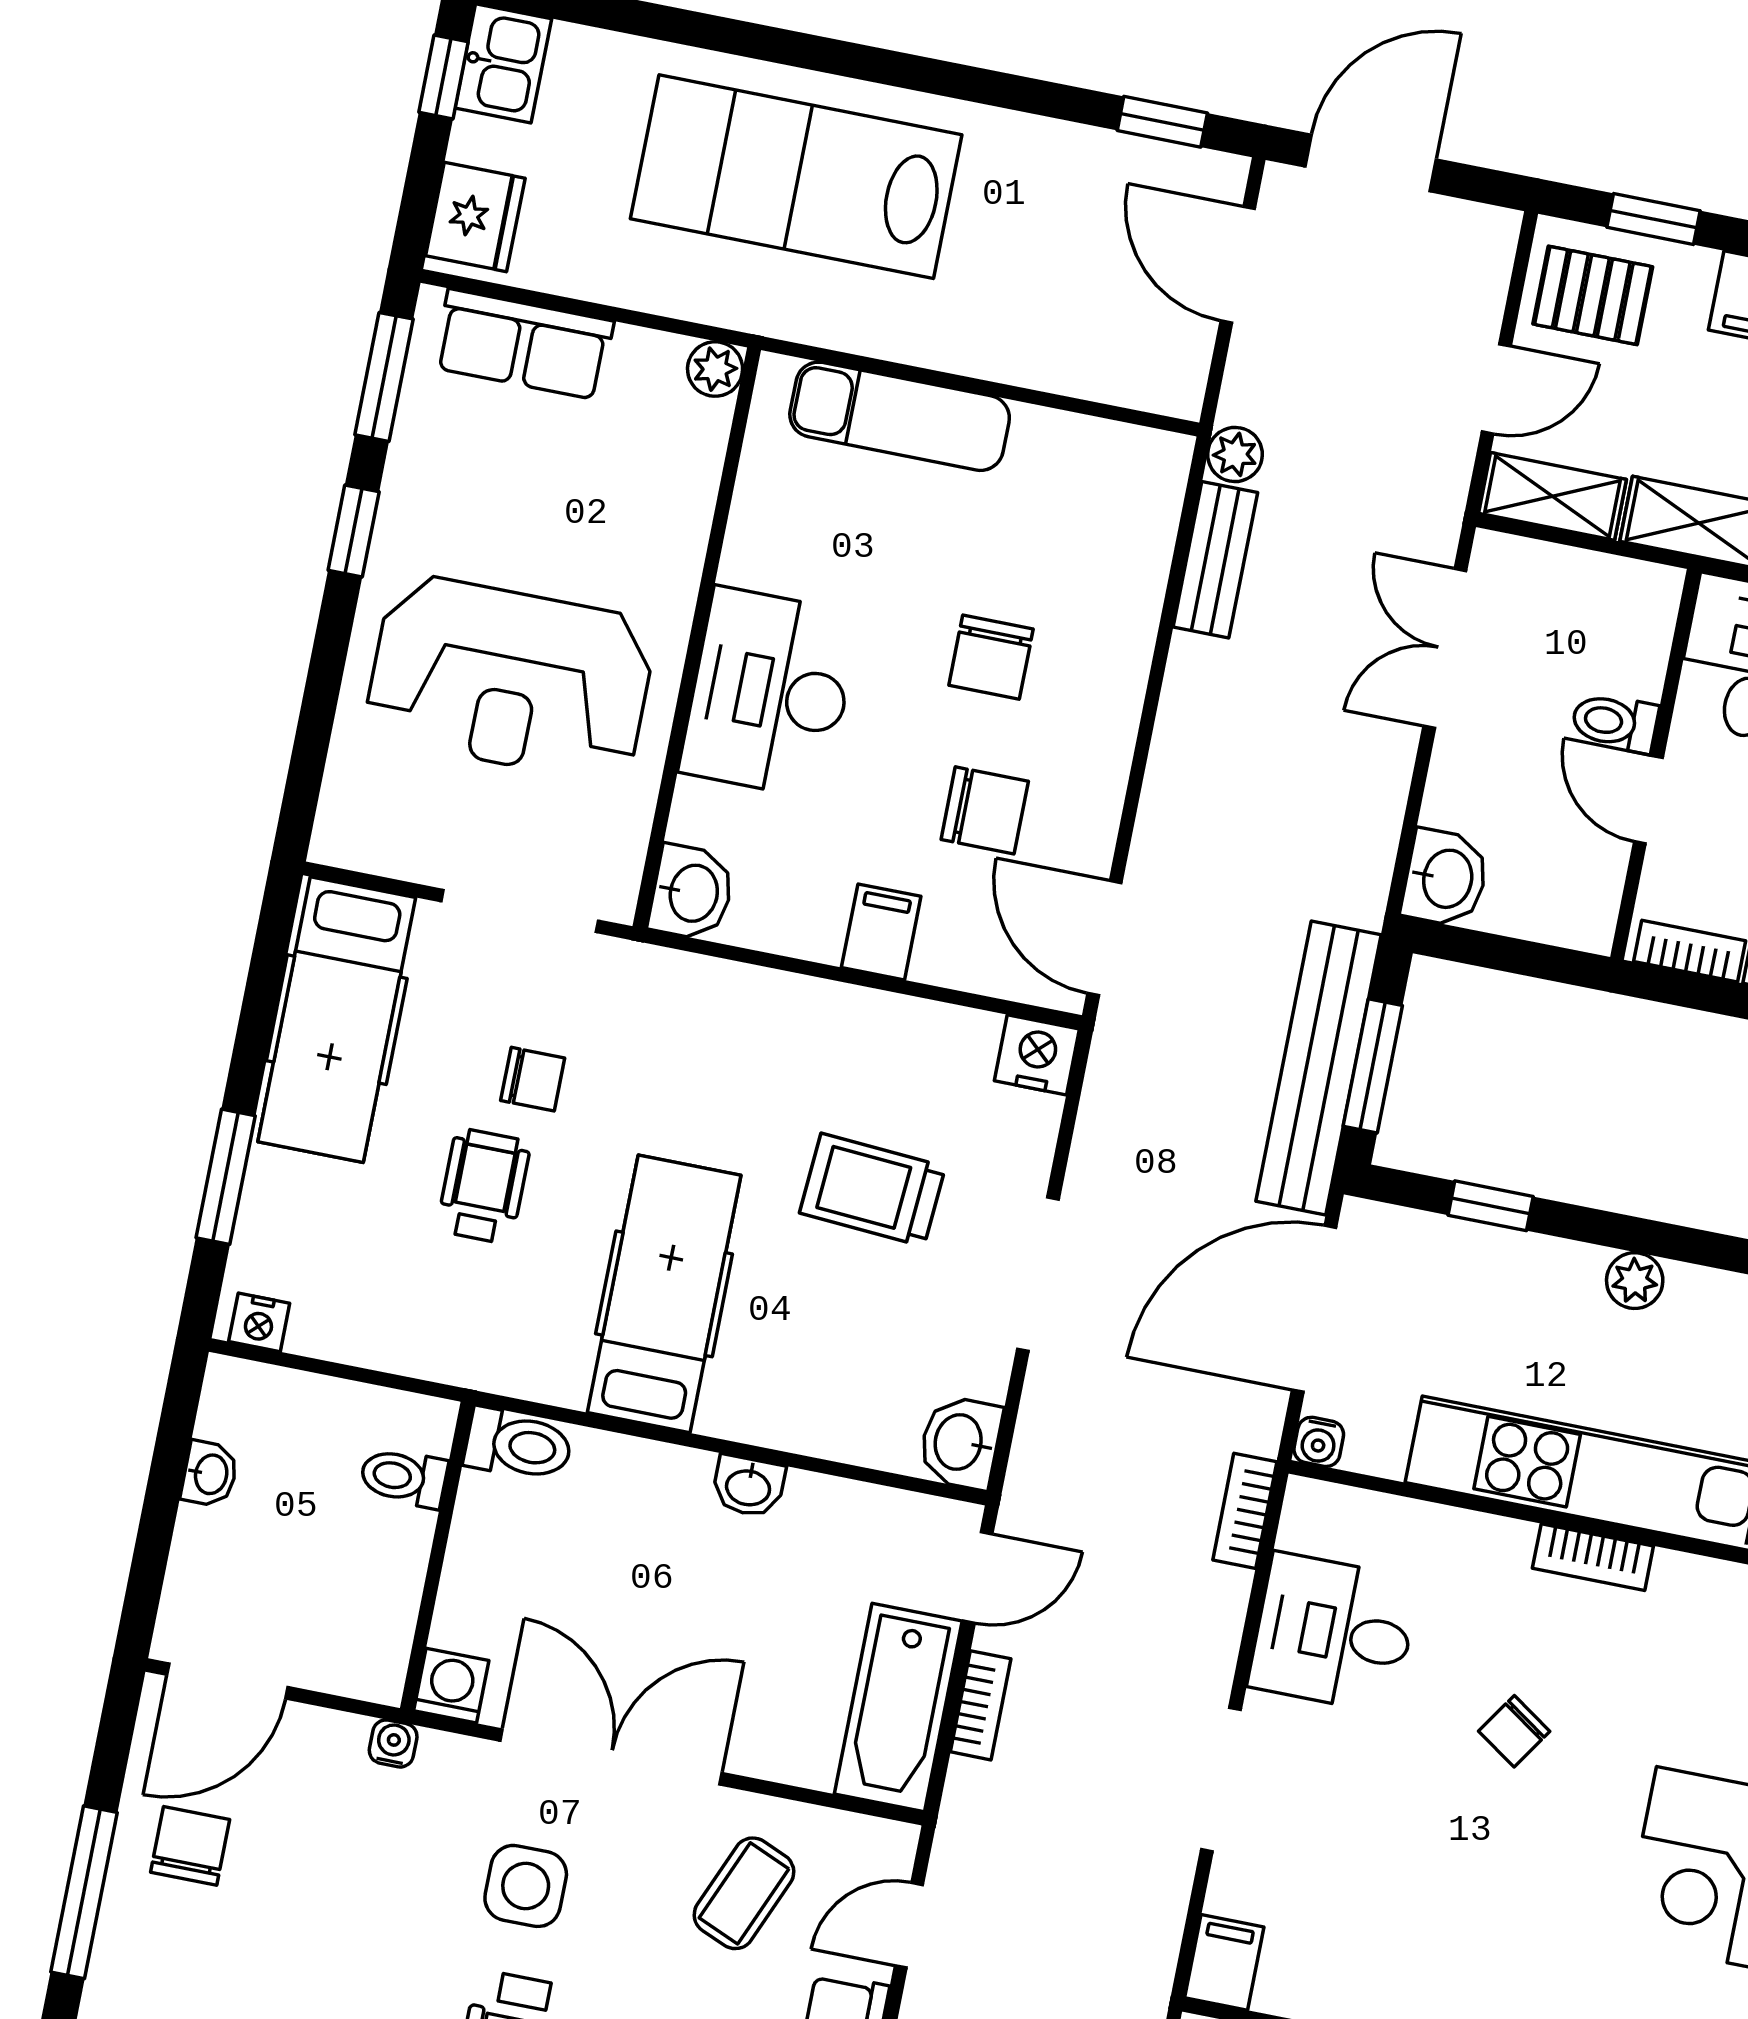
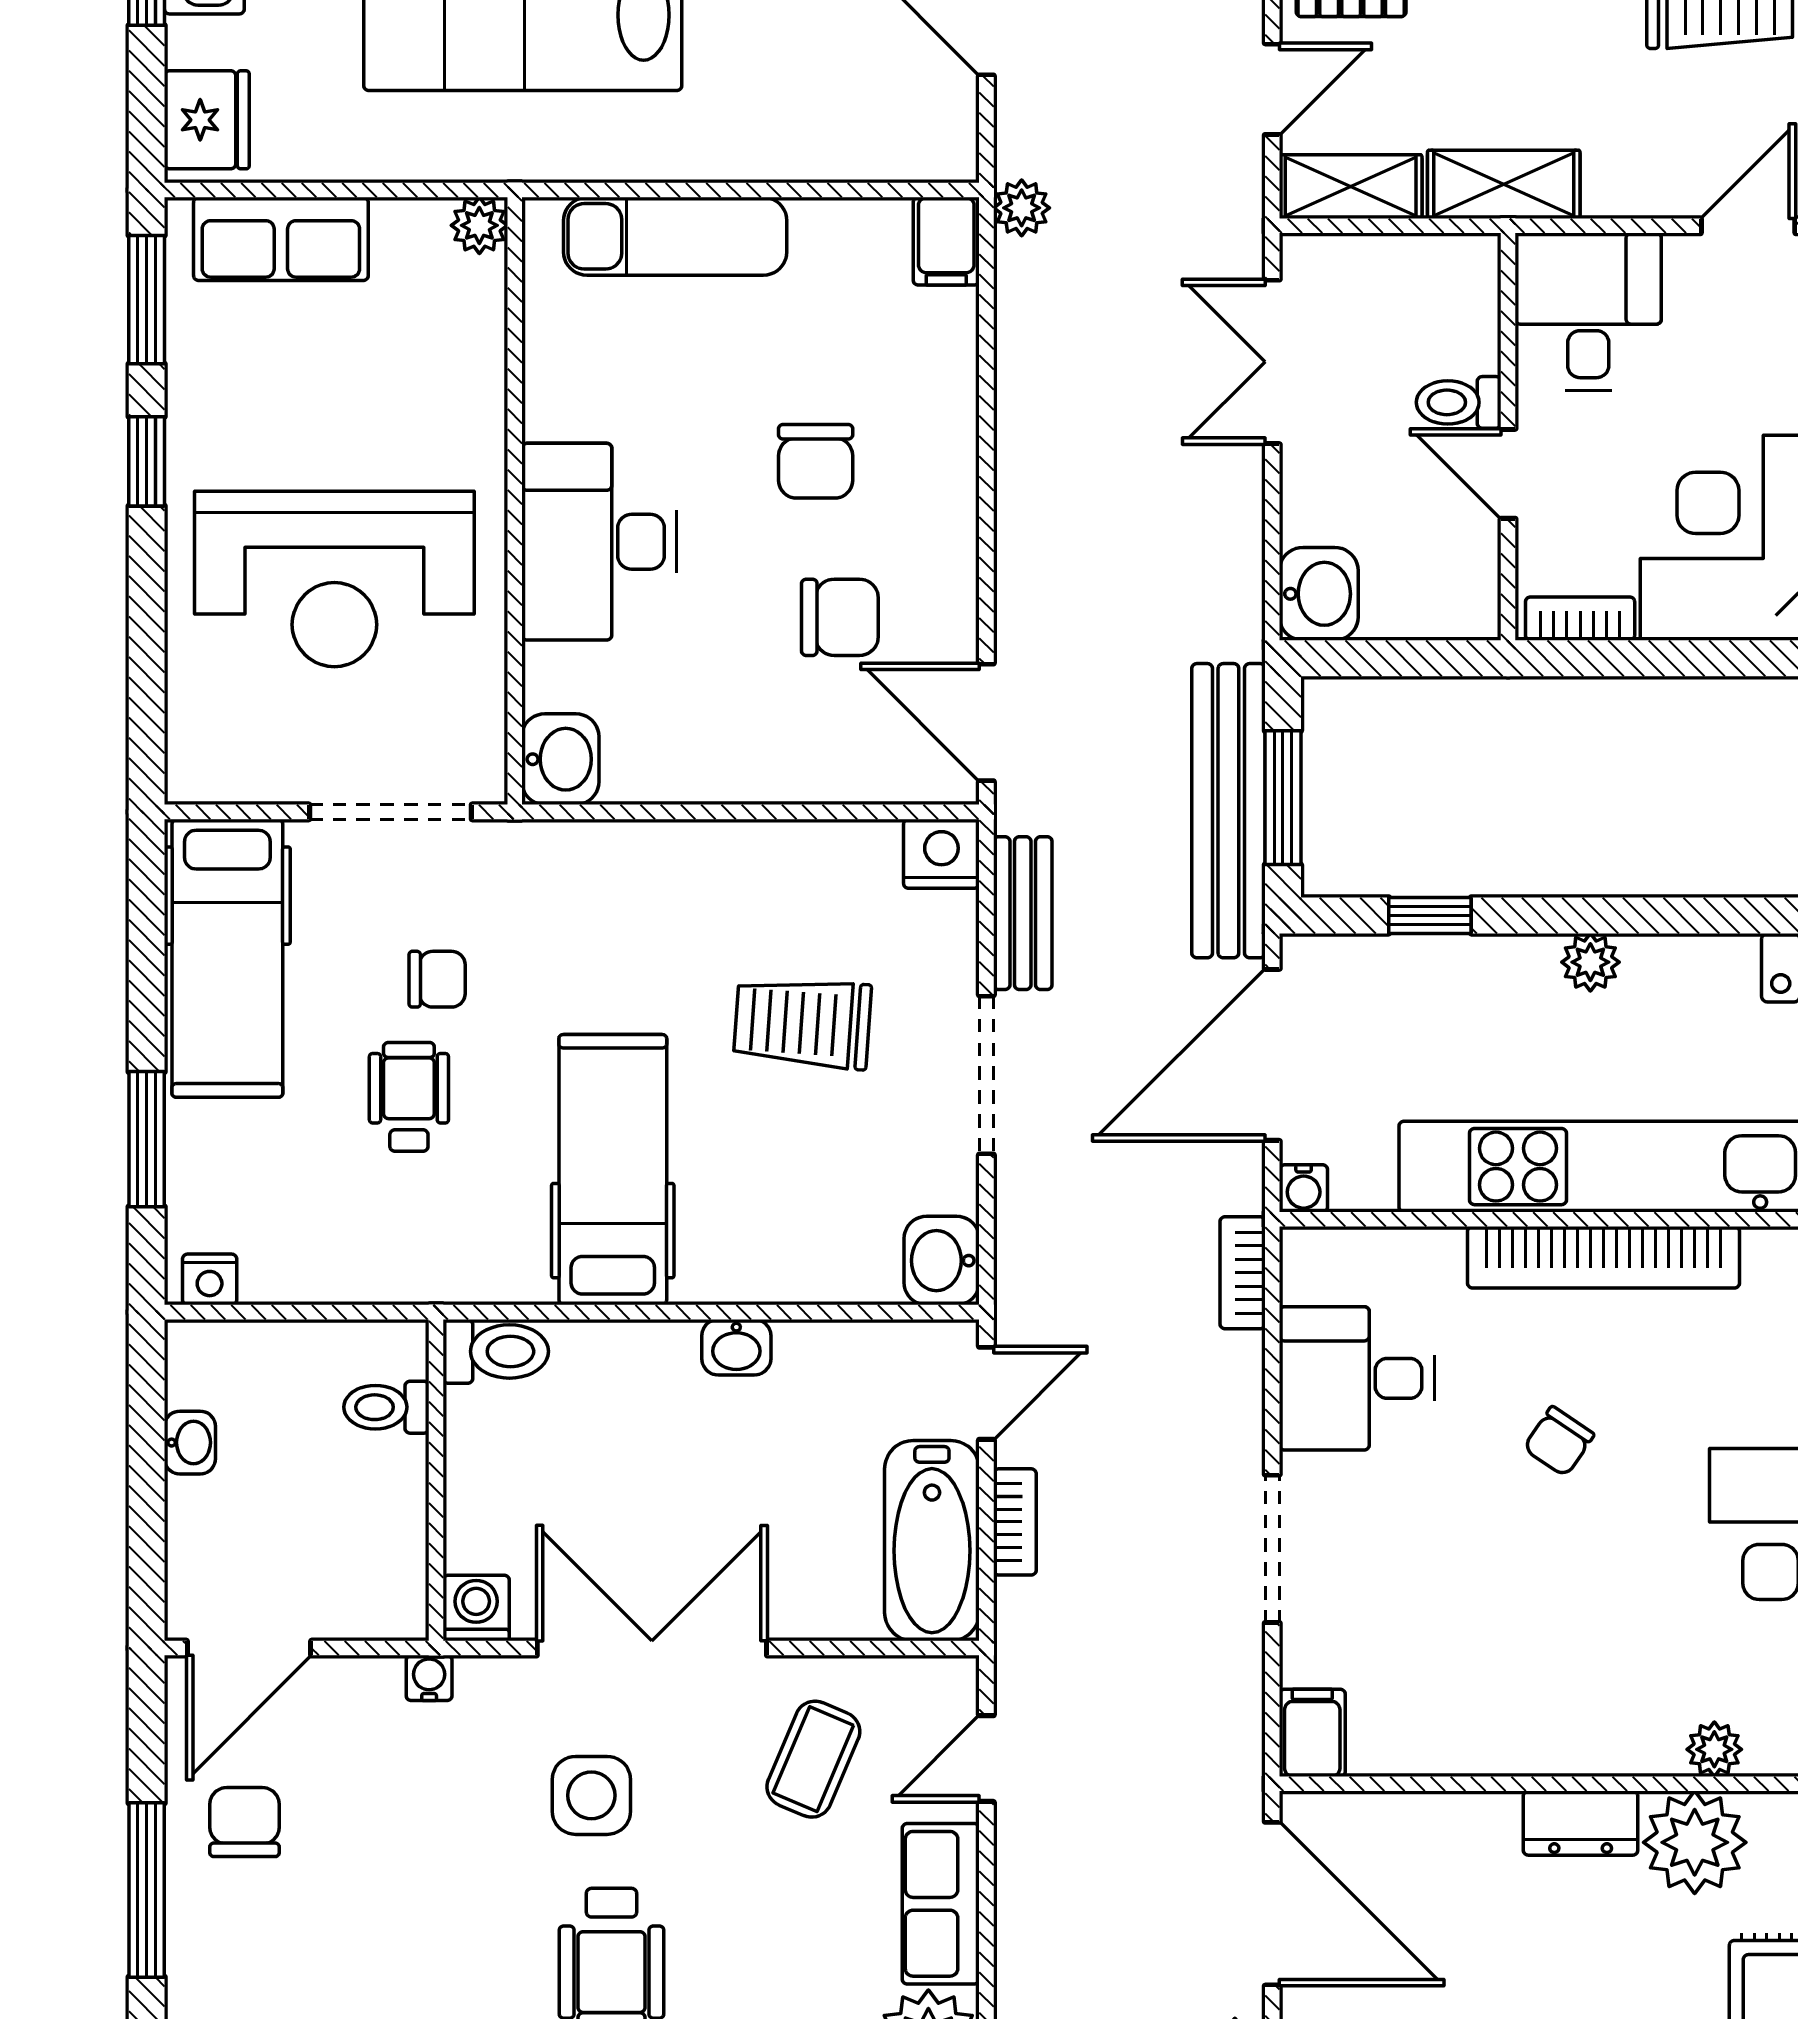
bench: (1215, 560) -> (1023, 913), moved
filing cabinet: (881, 932) -> (946, 241), moved, turned 180
bookcase: (1593, 1557) -> (1604, 1257), width x2.31, depth x1.31

